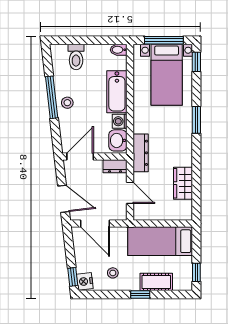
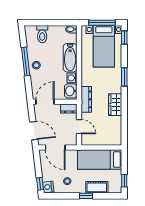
wardrobe: (183, 183) -> (115, 105), moved

